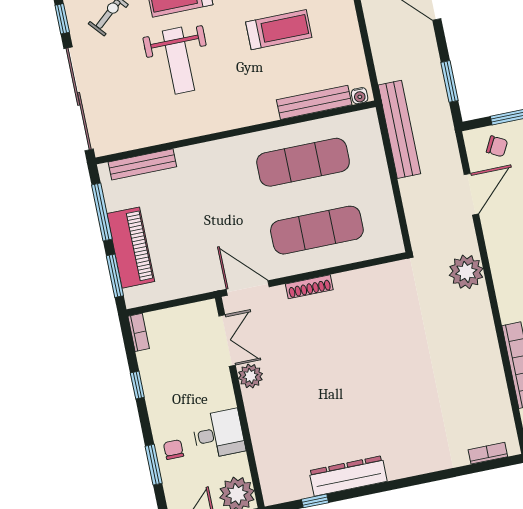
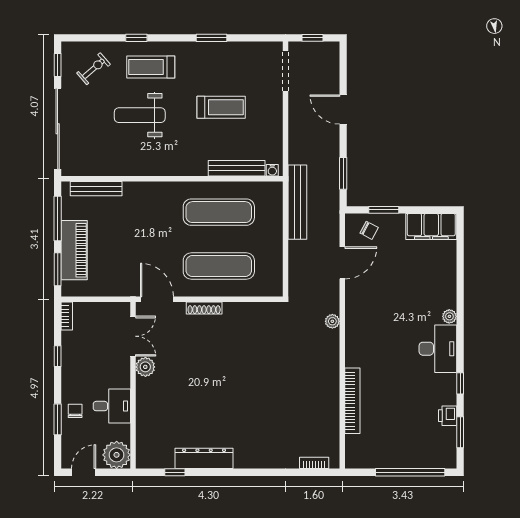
weight bench: (178, 61) -> (140, 115), turned 90
plant: (466, 272) -> (332, 321), width x0.53, depth x0.53

